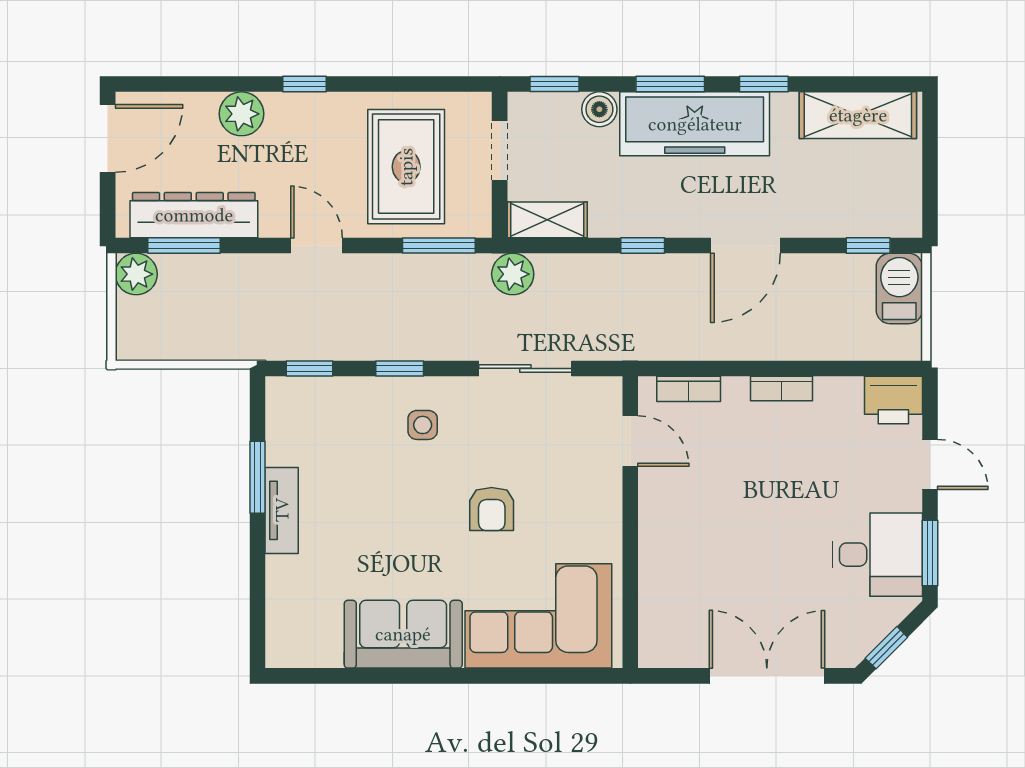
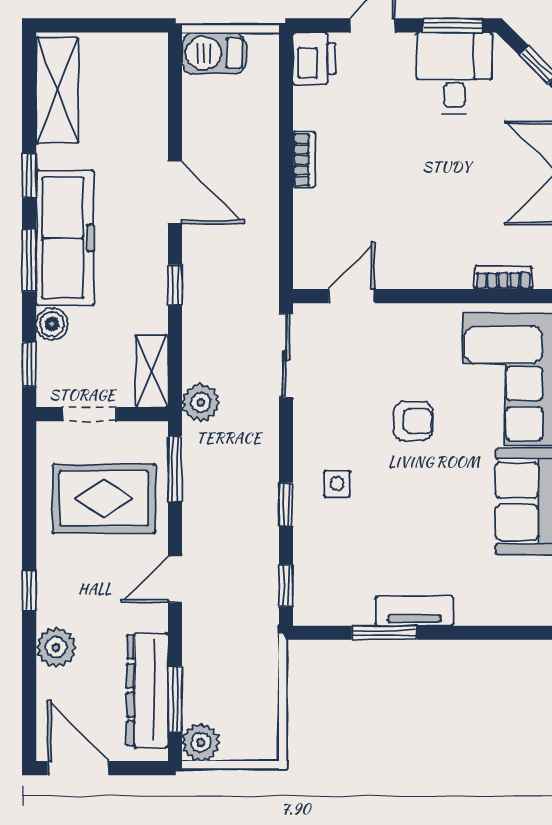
window: (868, 245) -> (175, 81), removed
sliding door: (525, 368) -> (286, 355), moved
bookcase: (689, 389) -> (503, 278), moved, turned -90

